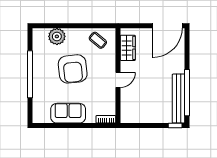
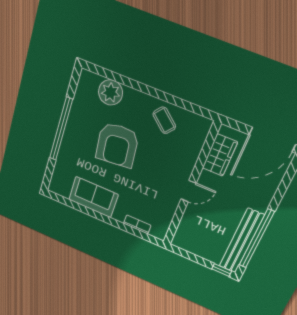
wardrobe: (128, 48) -> (220, 155), moved
wall: (118, 76) -> (191, 186), moved
door: (118, 80) -> (189, 191), moved

